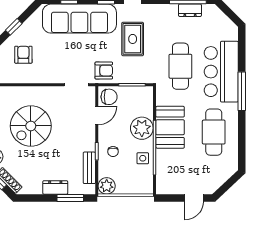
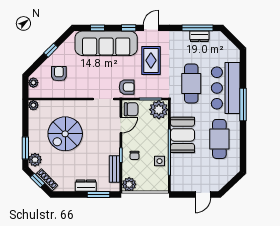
plant: (142, 128) -> (159, 110), moved

